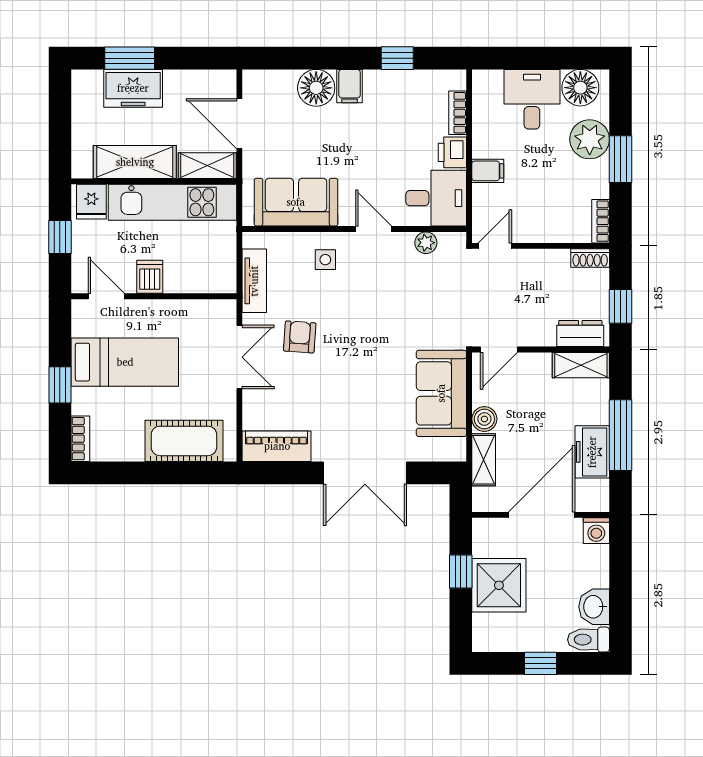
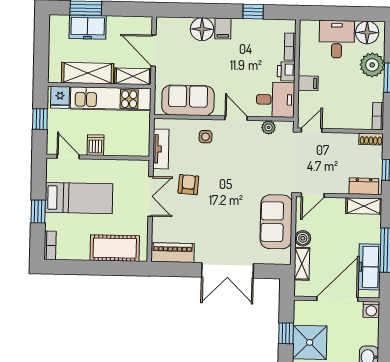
freezer: (592, 452) -> (370, 267), width x1.40

